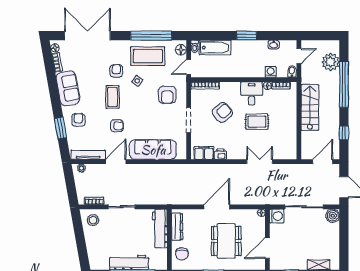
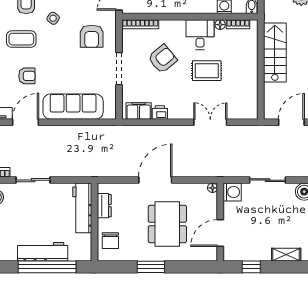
coffee table: (113, 97) -> (21, 39), turned 90
sliding door: (304, 207) -> (267, 180), width x0.73
dresser: (177, 227) -> (104, 206), width x0.70

